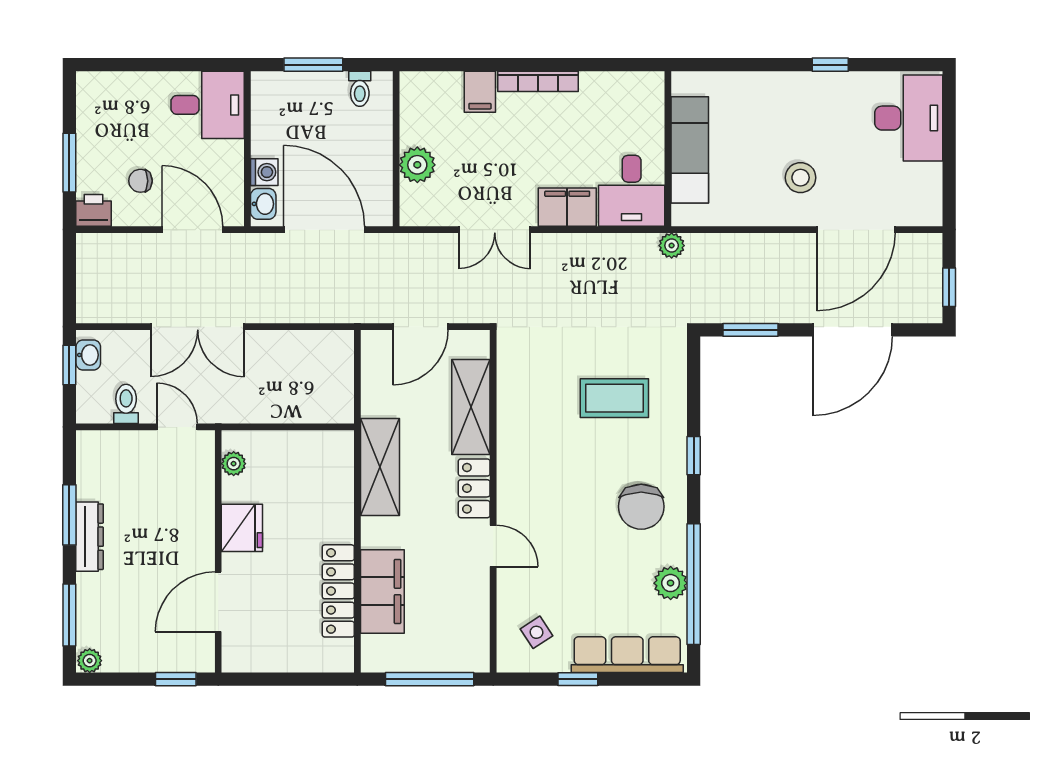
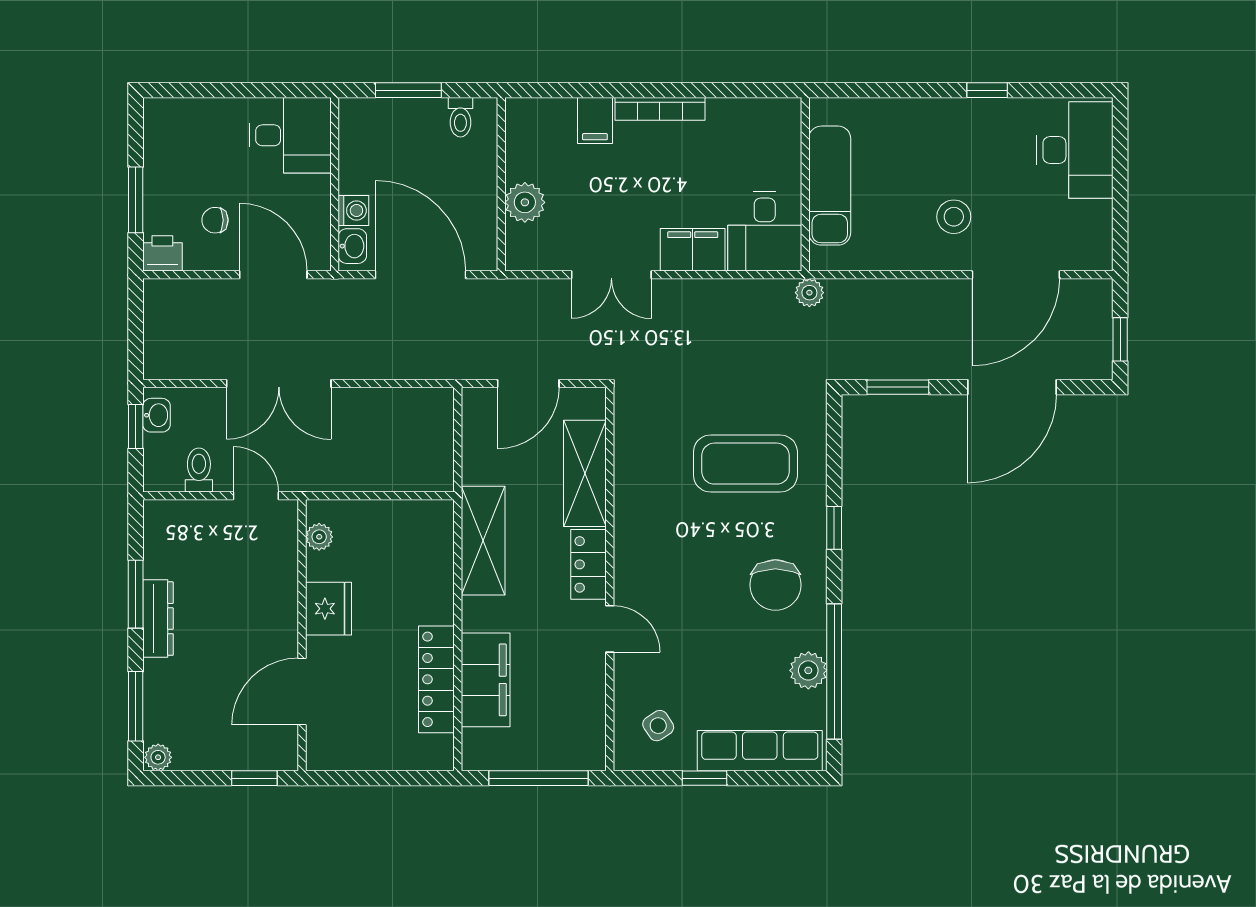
coffee table: (614, 398) -> (745, 464), width x1.36, depth x1.32

